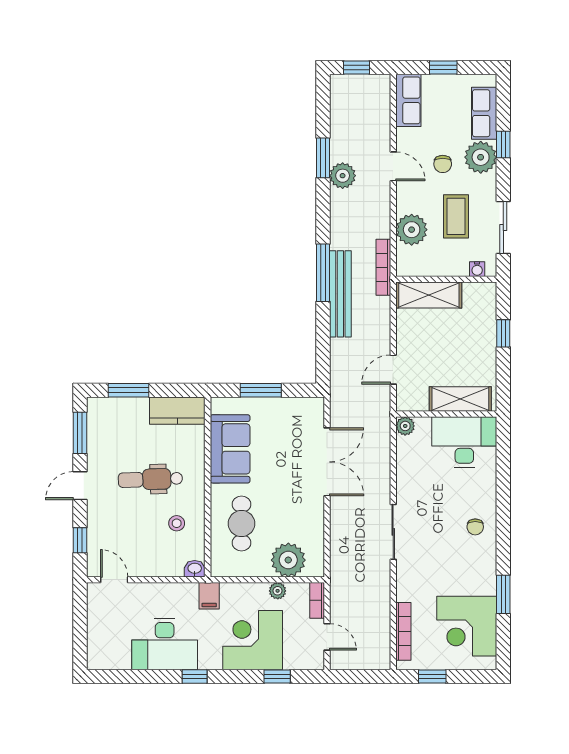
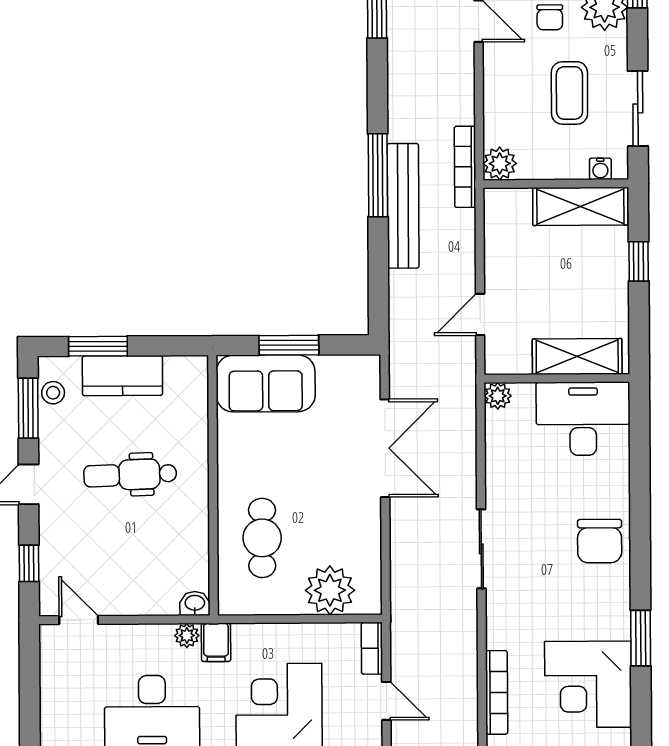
plant: (343, 176) -> (405, 35), removed
plant: (412, 230) -> (500, 164), moved, width x0.73, depth x0.73
shelving: (429, 295) -> (580, 206), moved
kitchen counter: (177, 411) -> (122, 376), moved
sofa: (230, 449) -> (266, 383), moved, turned 90
stool: (177, 523) -> (53, 393), moved
chair: (475, 527) -> (600, 541), width x1.87, depth x1.87
plant: (278, 591) -> (187, 635), moved

